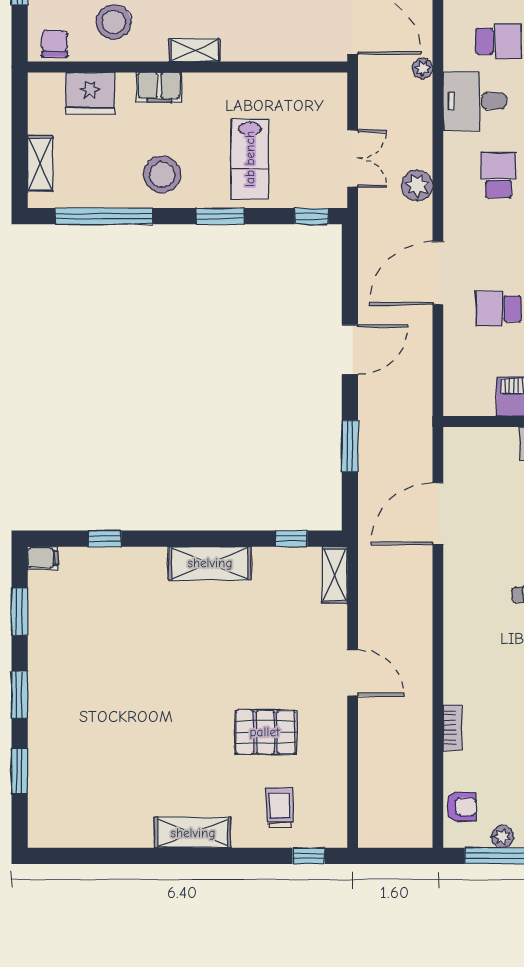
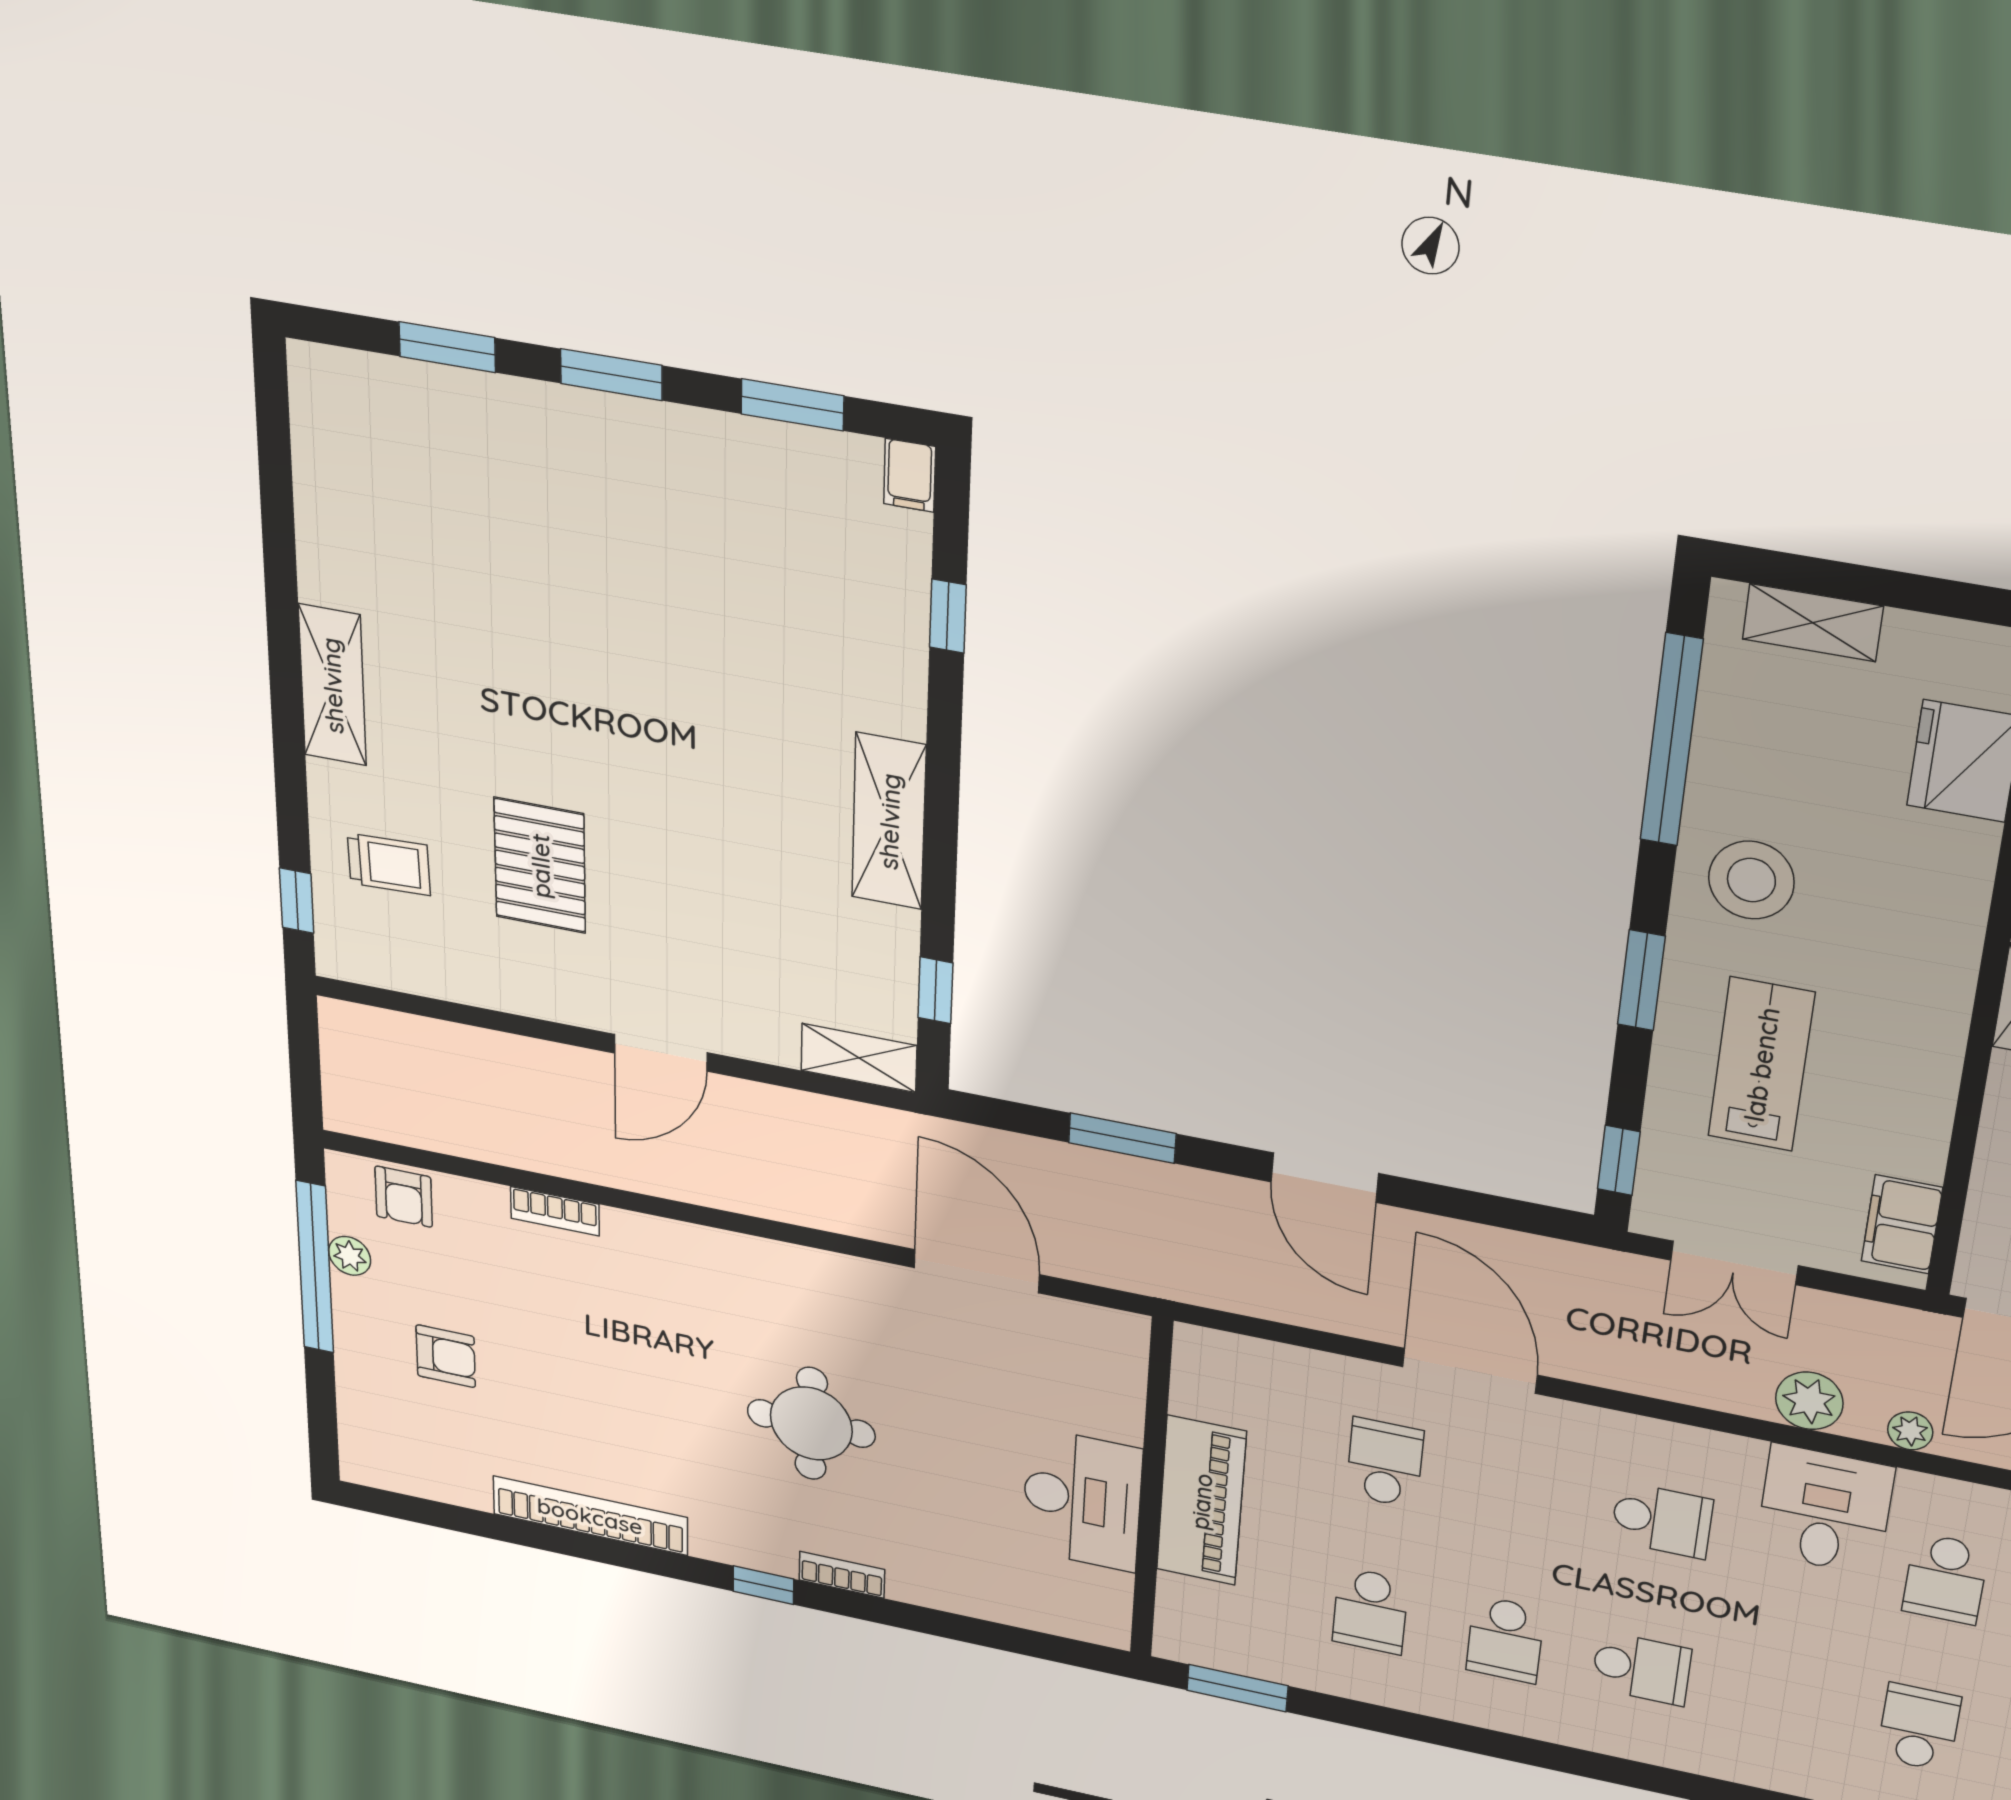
filing cabinet: (159, 87) -> (1902, 1224), moved
lab bench: (250, 159) -> (1761, 1064), turned 90
plant: (417, 185) -> (1809, 1401), moved

